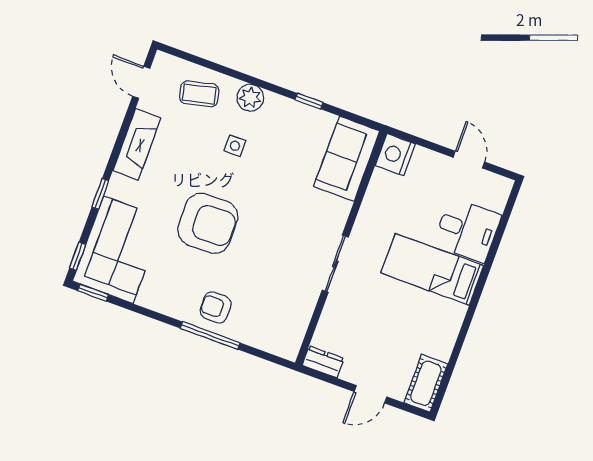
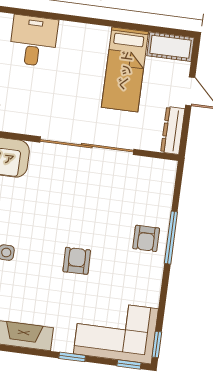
armchair: (208, 223) -> (77, 261), width x0.53, depth x0.53
sliding door: (335, 264) -> (87, 146), width x1.86
bed: (432, 269) -> (125, 70), moved
dresser: (323, 362) -> (173, 130), width x1.44

